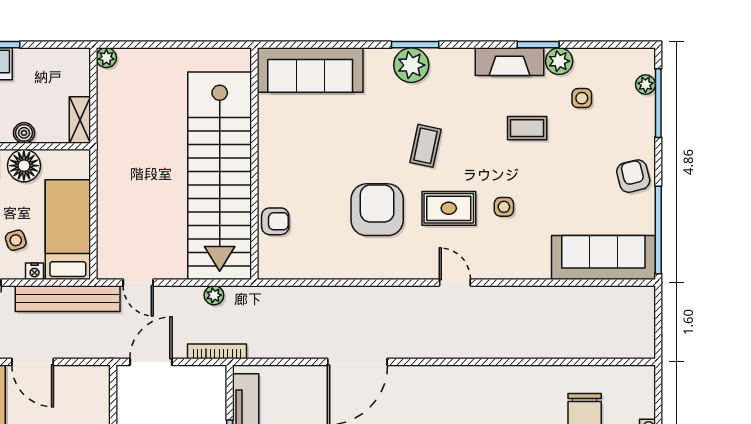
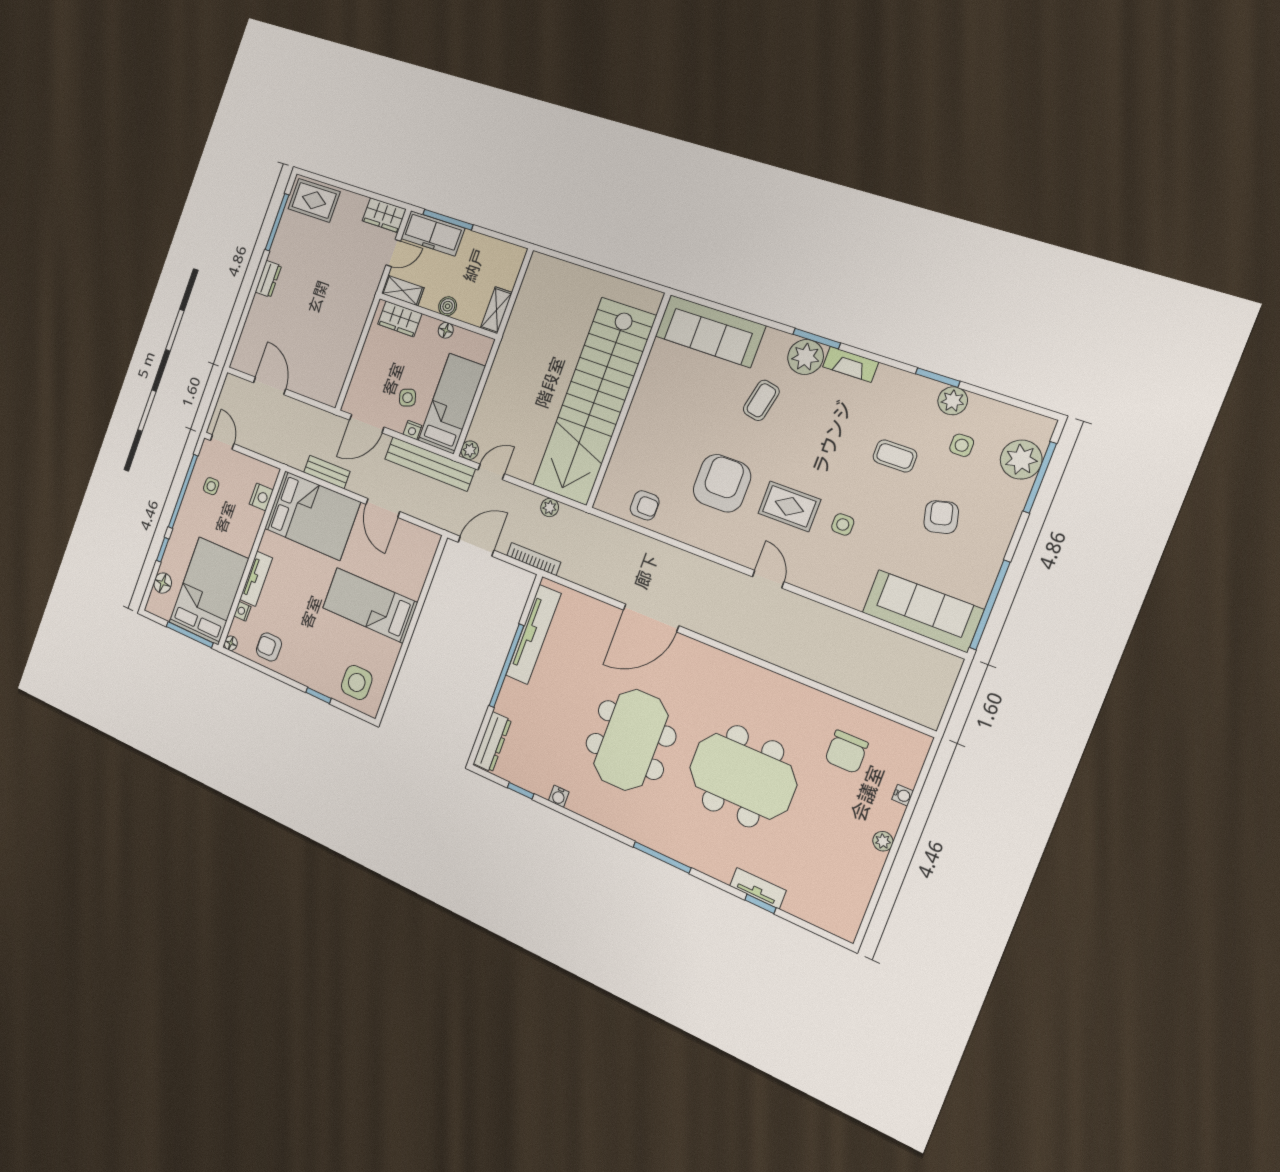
plant: (106, 58) -> (470, 450), moved
fireplace: (509, 62) -> (851, 364), moved, width x0.73, depth x0.76
plant: (645, 84) -> (1021, 460), width x1.88, depth x1.88
coffee table: (425, 146) -> (761, 400), moved
floor lamp: (24, 166) -> (446, 330), width x0.53, depth x0.53
armchair: (633, 176) -> (941, 517), moved
armchair: (275, 221) -> (645, 505), moved
door: (138, 283) -> (491, 472), swing flipped

